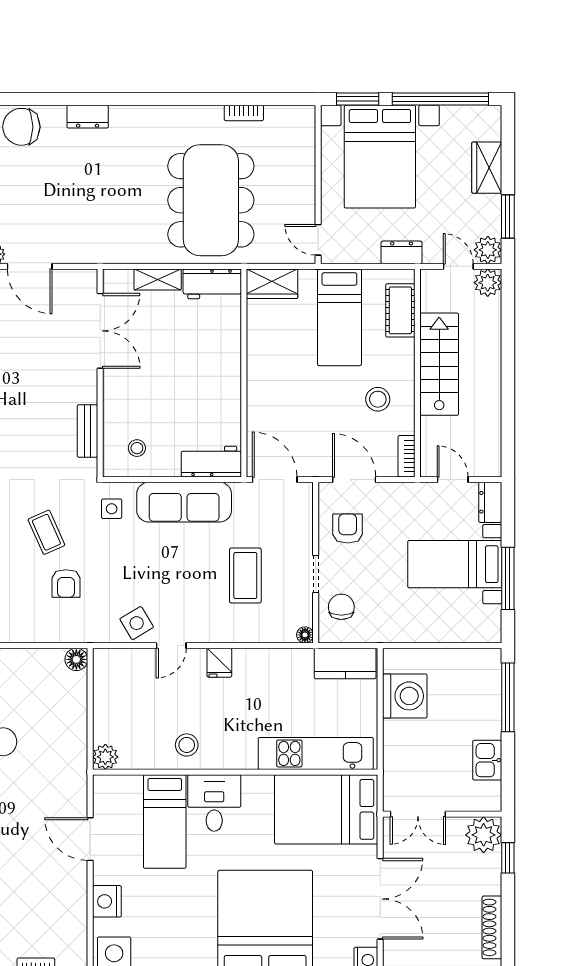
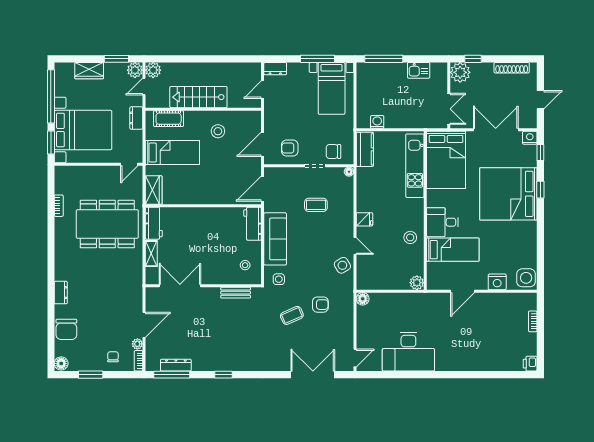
bookcase: (407, 456) -> (250, 115), removed
bed with nightstands: (455, 564) -> (332, 88), moved
coffee table: (245, 575) -> (316, 205), width x0.73, depth x0.77
washing machine: (405, 696) -> (377, 122), width x0.53, depth x0.53

